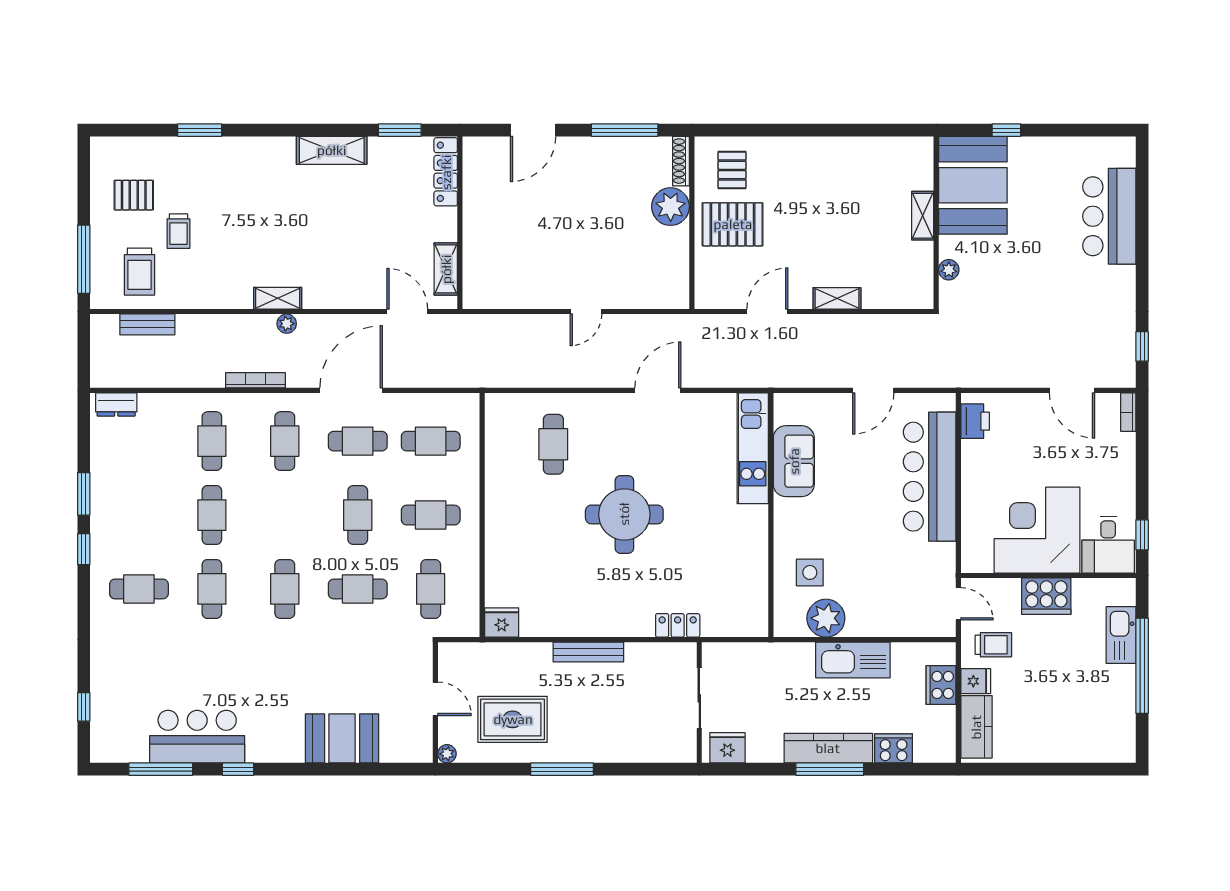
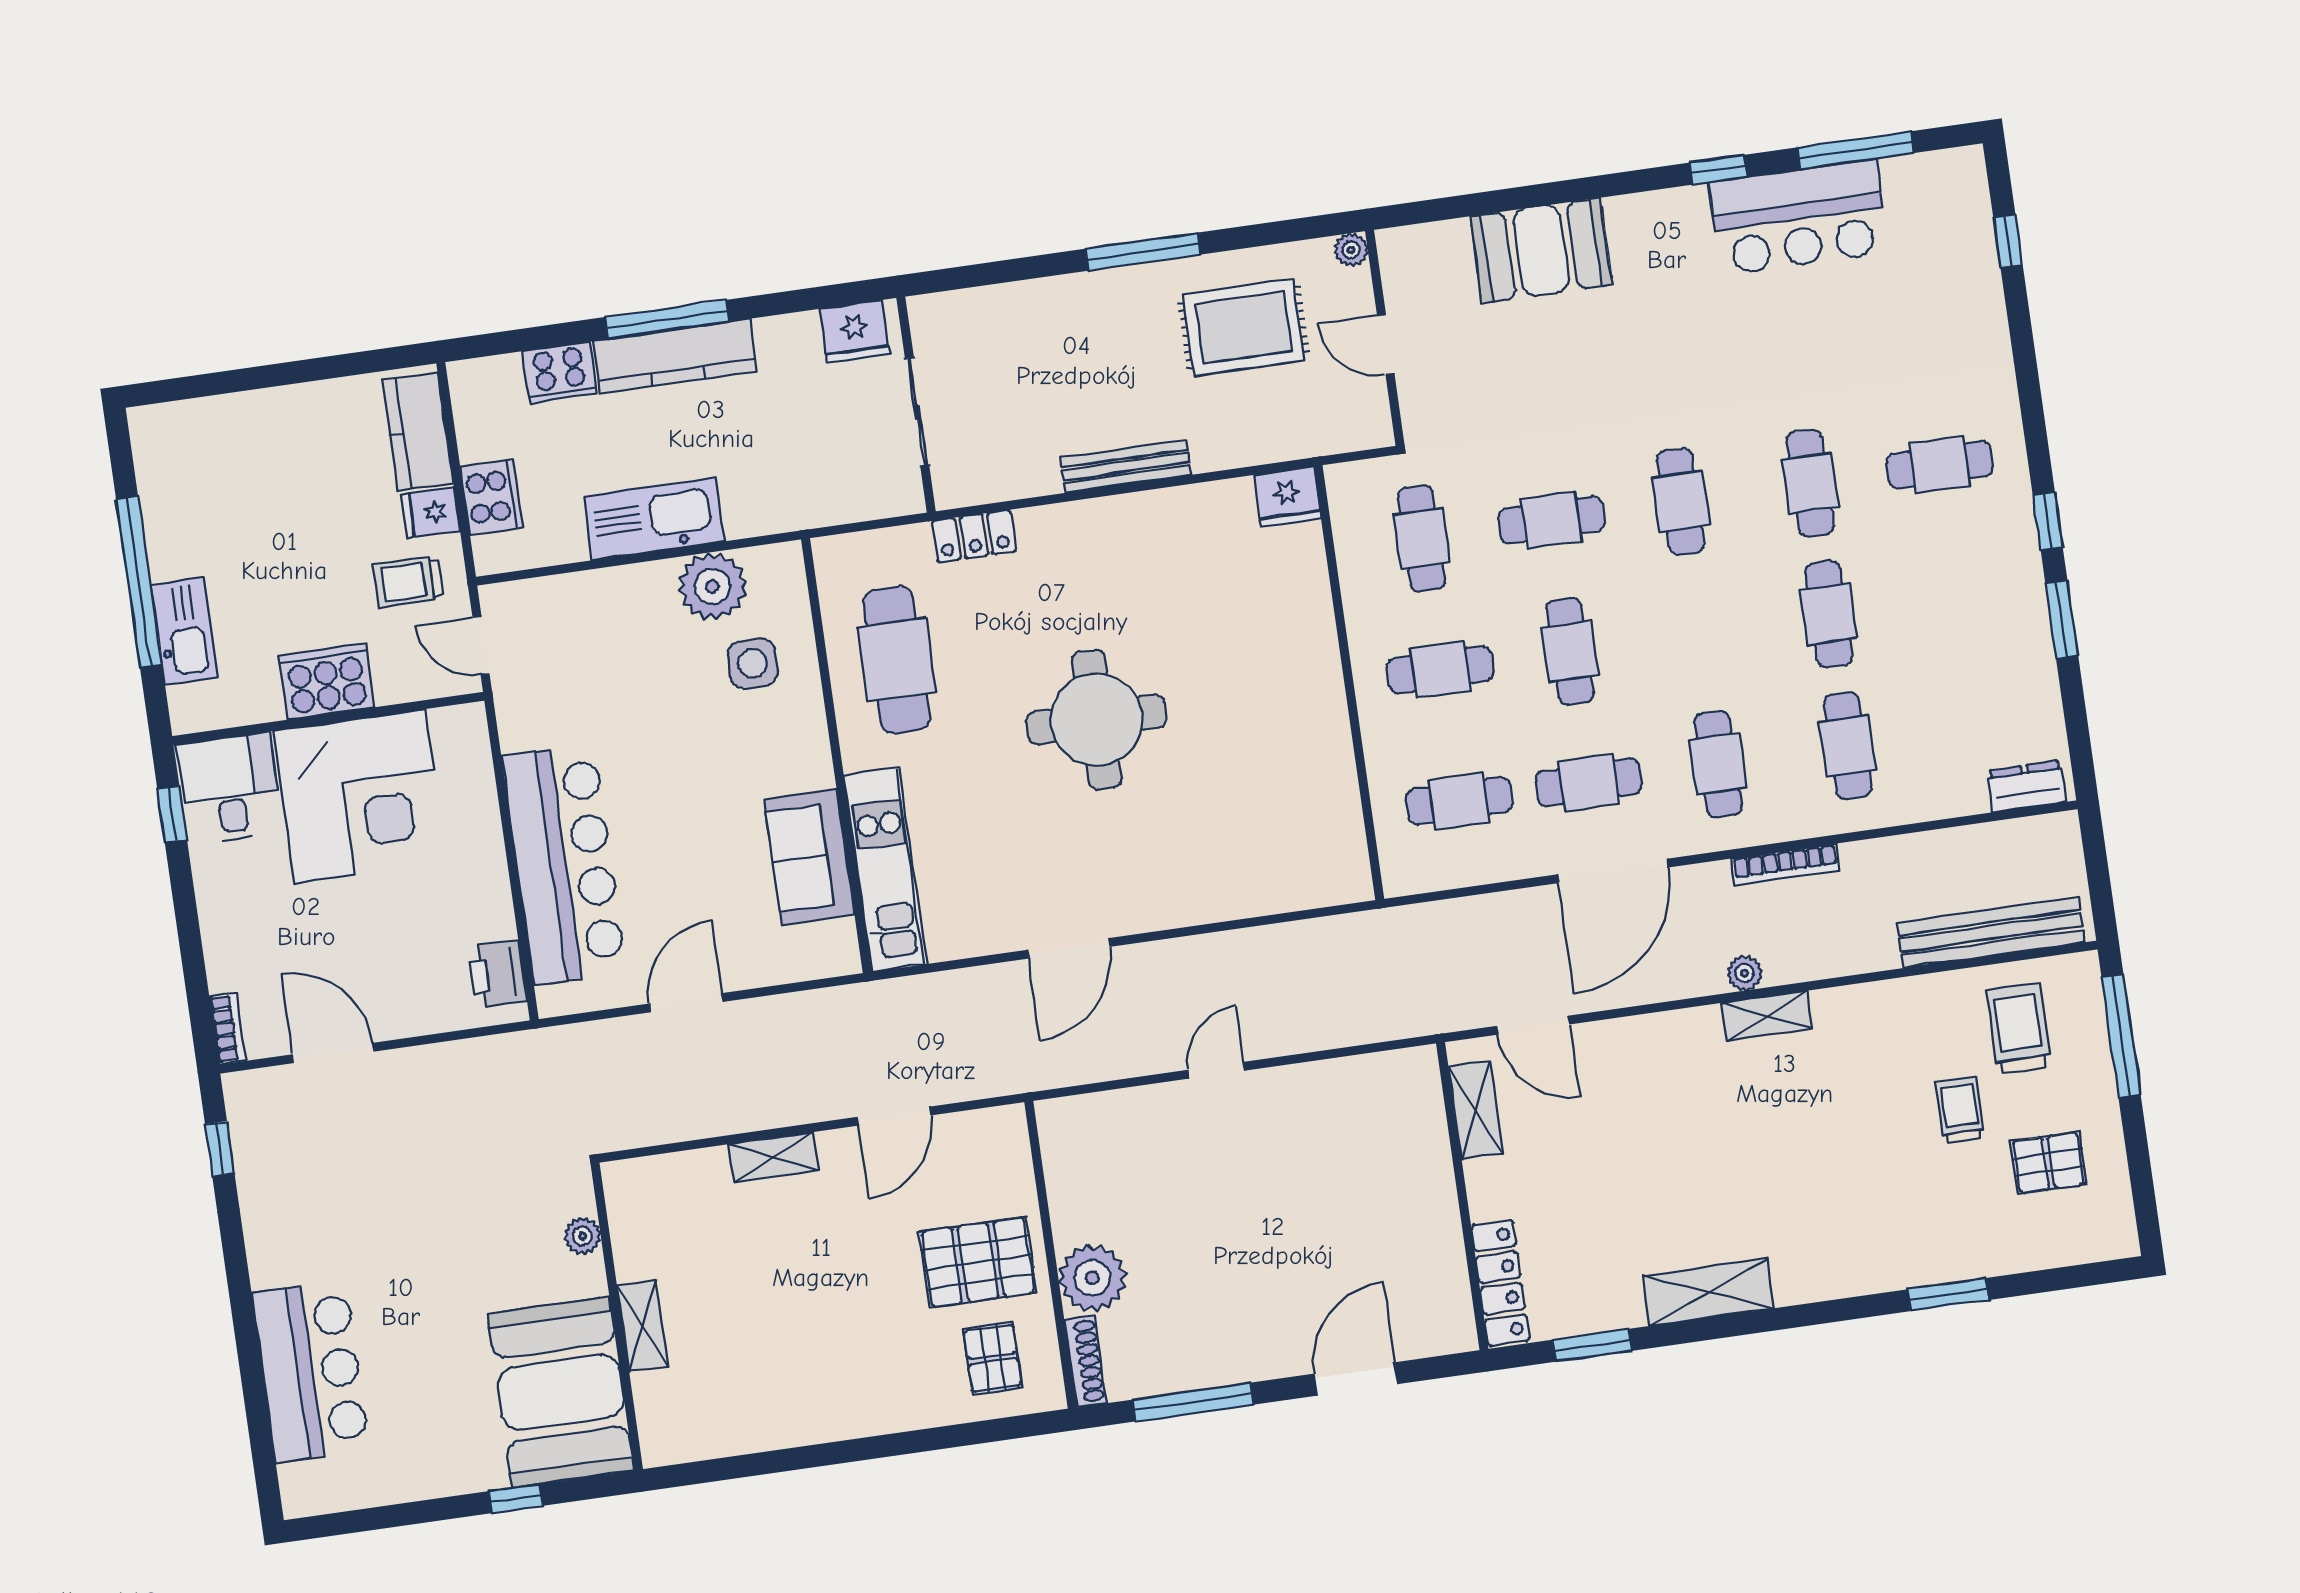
bench: (147, 324) -> (1991, 933), width x1.86, depth x1.21
cafe table: (553, 444) -> (897, 660), moved, width x1.37, depth x1.35

